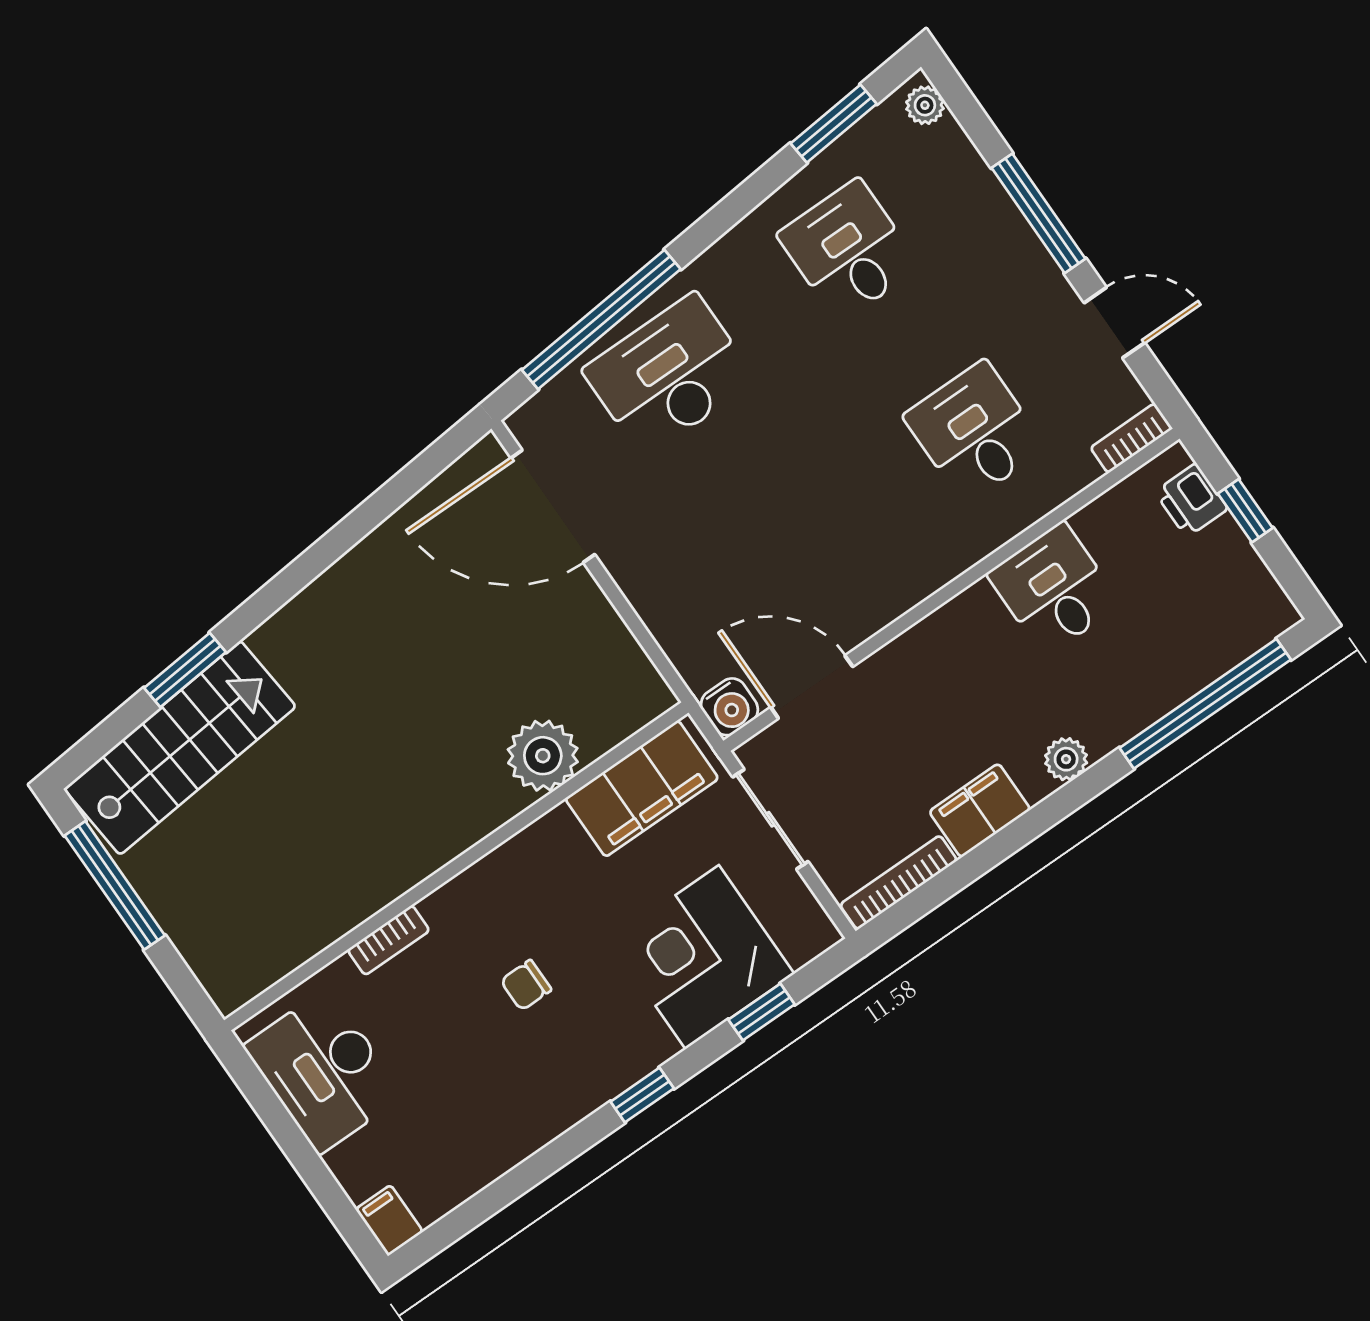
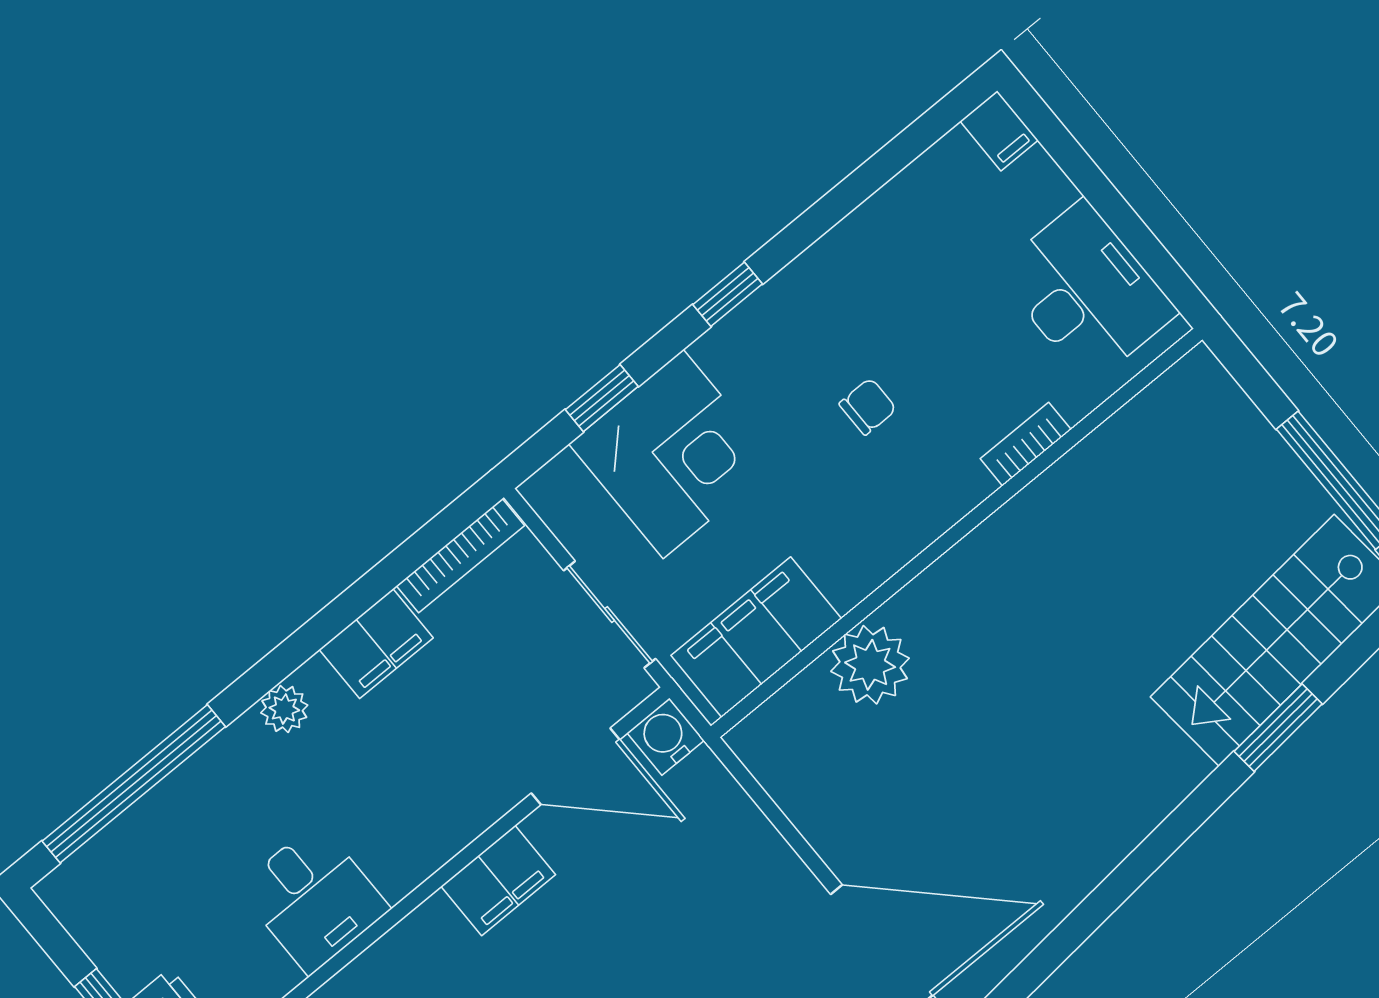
filing cabinet: (889, 591) -> (498, 880), added

